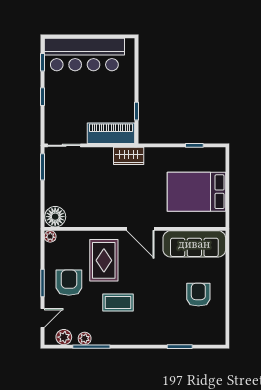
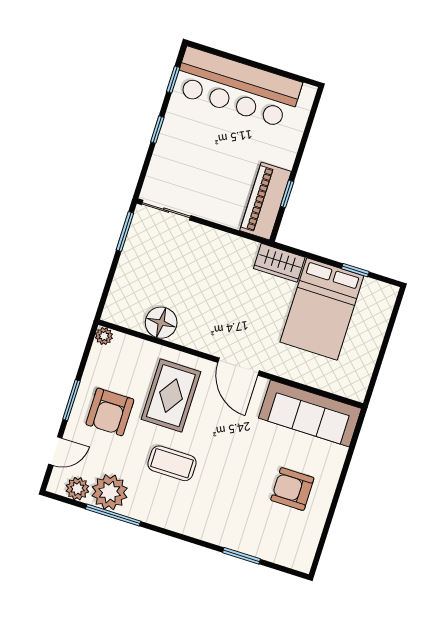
piano: (111, 133) -> (265, 201), moved, turned -90
wardrobe: (129, 156) -> (279, 263), moved
bed: (197, 192) -> (322, 309), moved, turned -90
floor lamp: (55, 217) -> (161, 323), moved
armchair: (69, 283) -> (110, 412), turned 180
armchair: (198, 295) -> (292, 489), turned -90
plant: (85, 338) -> (110, 492), width x1.87, depth x1.87

